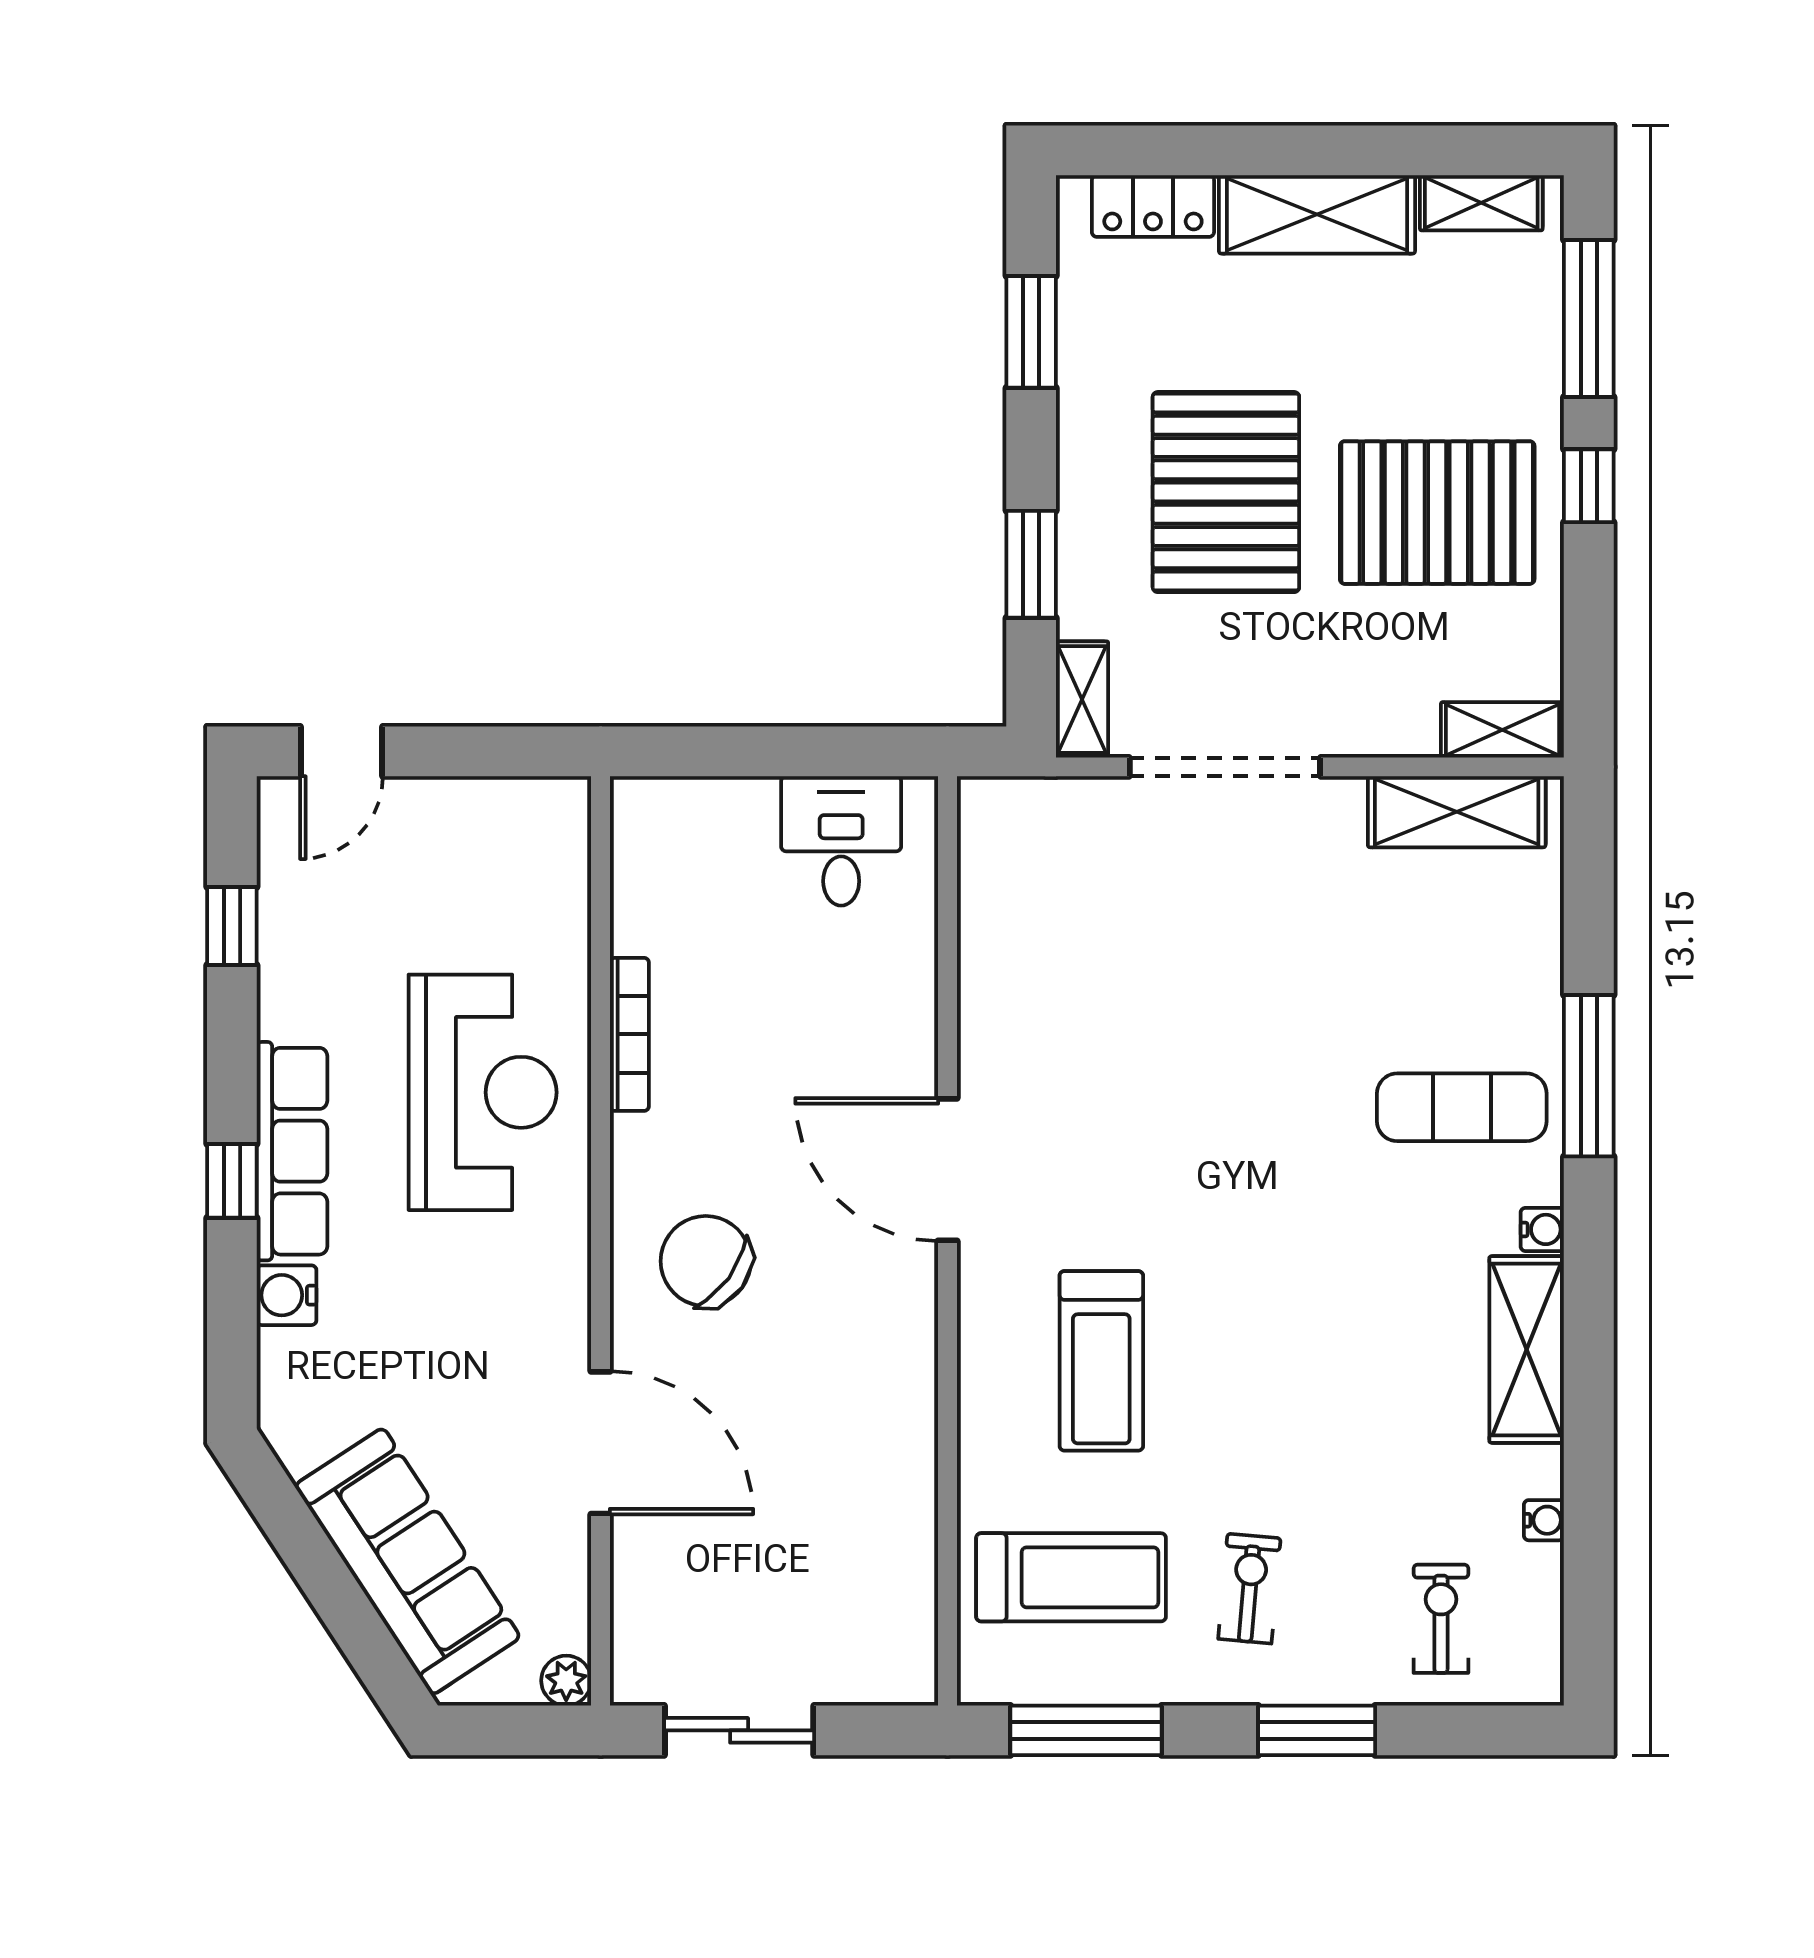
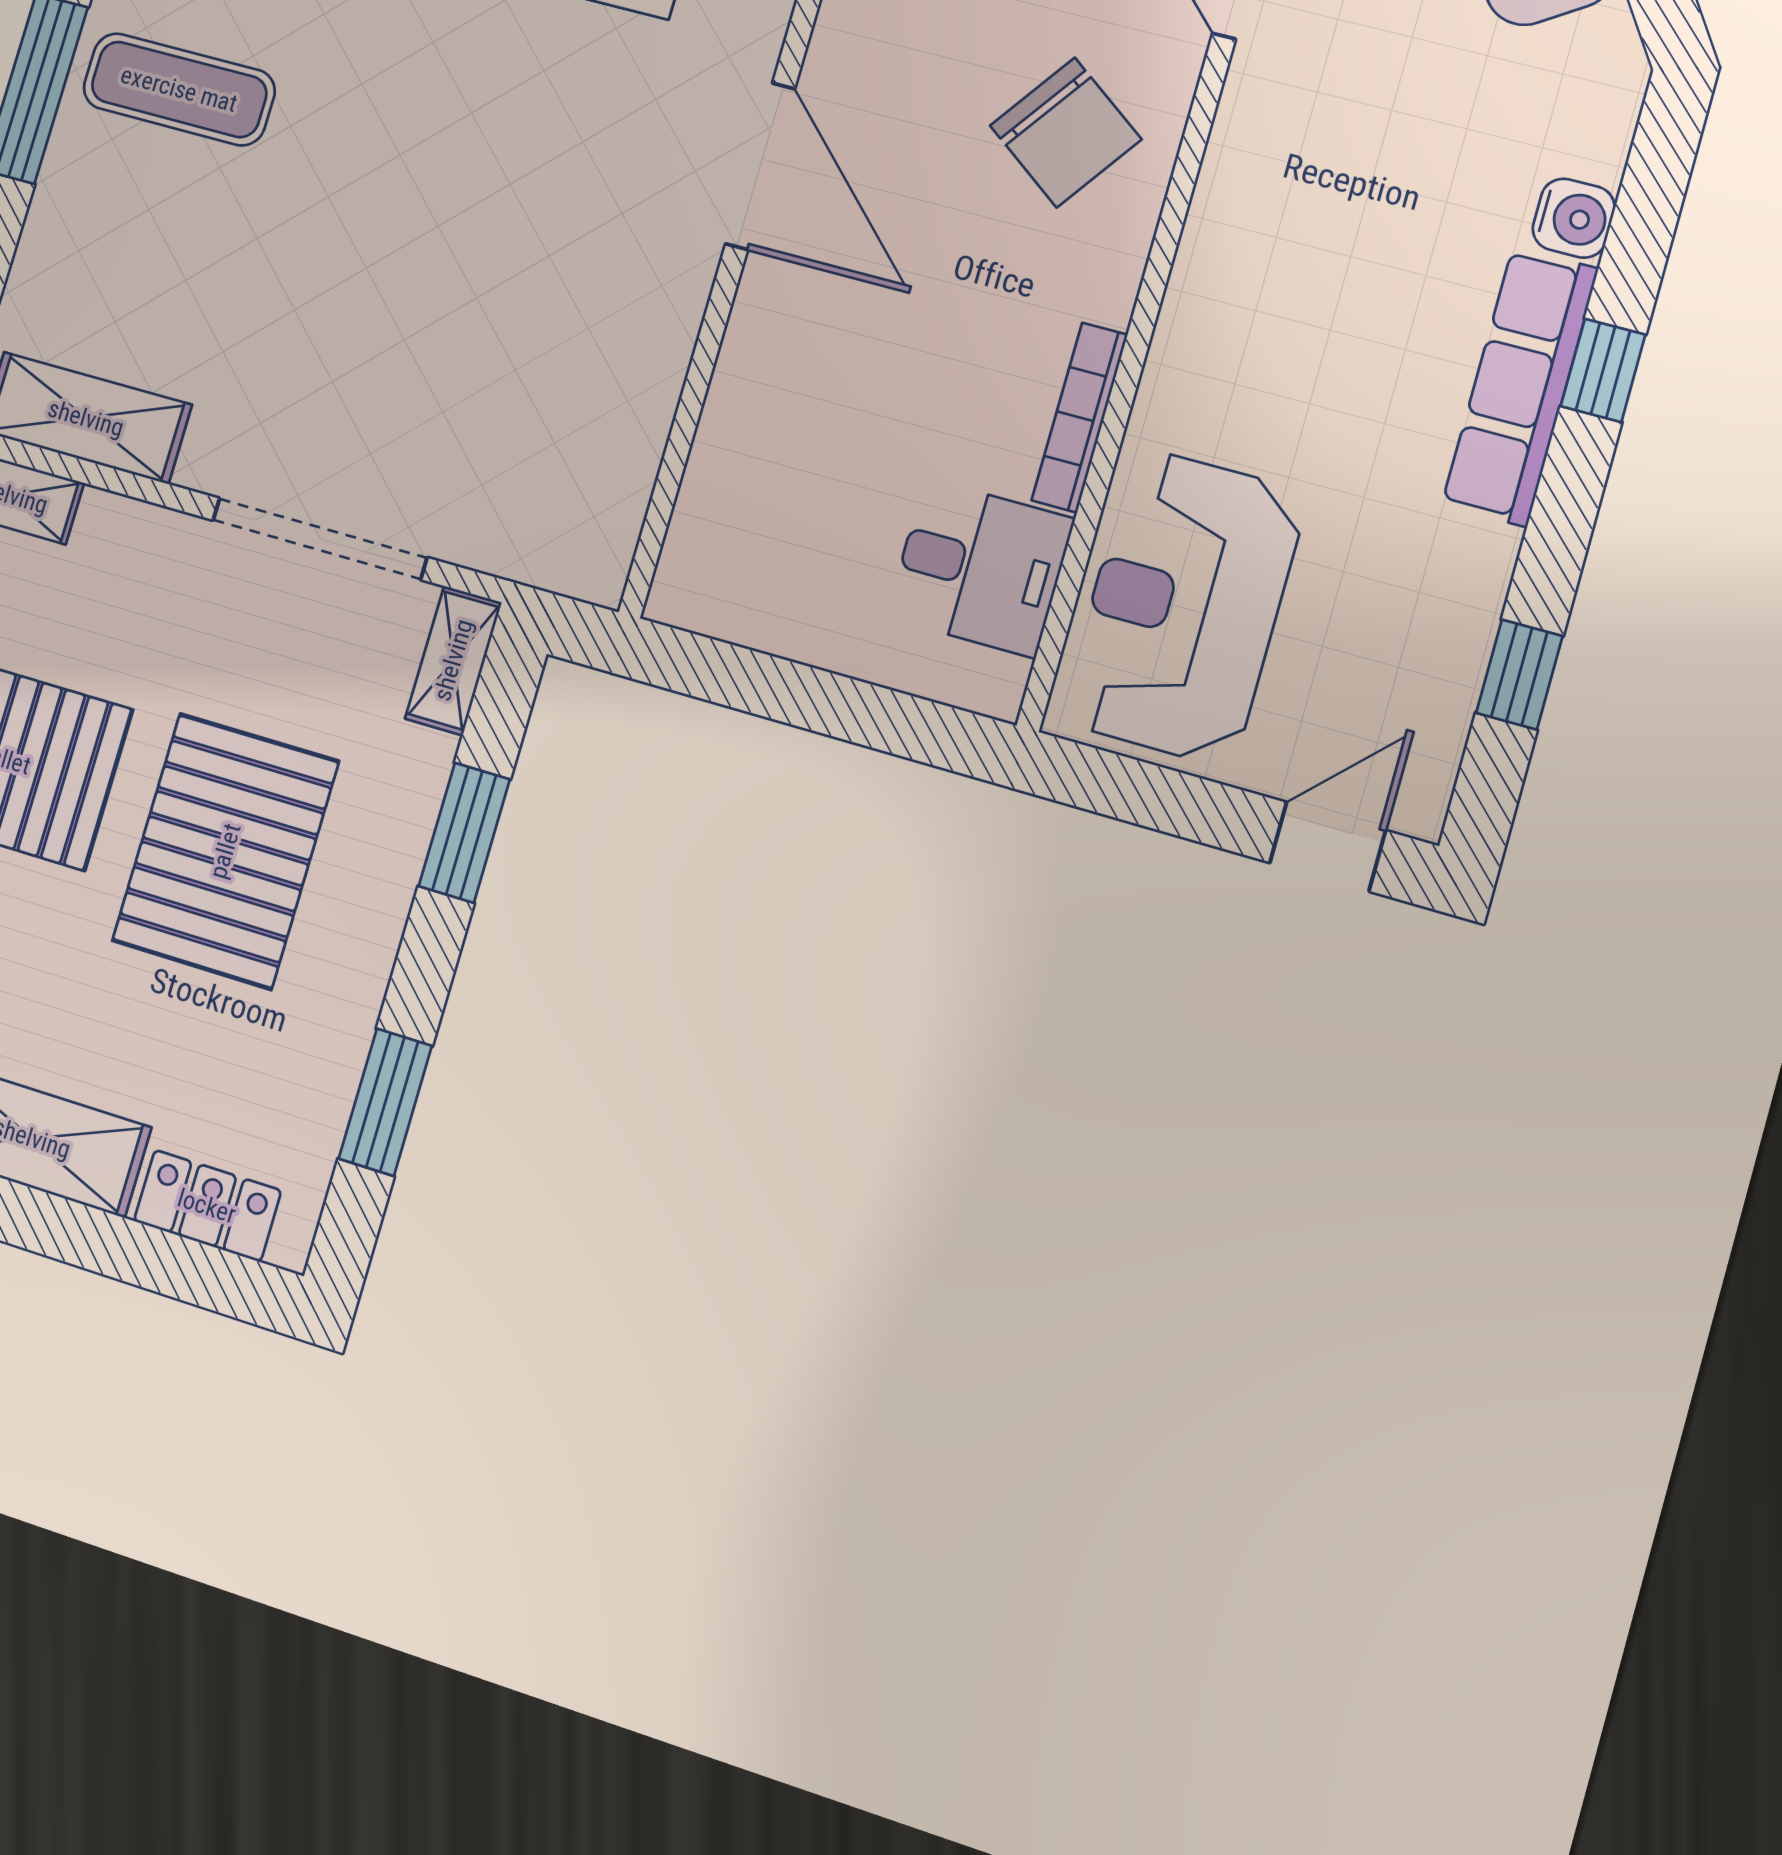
desk: (841, 841) -> (980, 568), moved, turned -90
reception desk: (483, 1092) -> (1184, 607), moved

